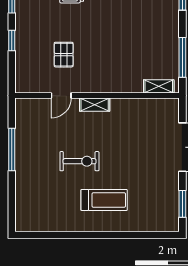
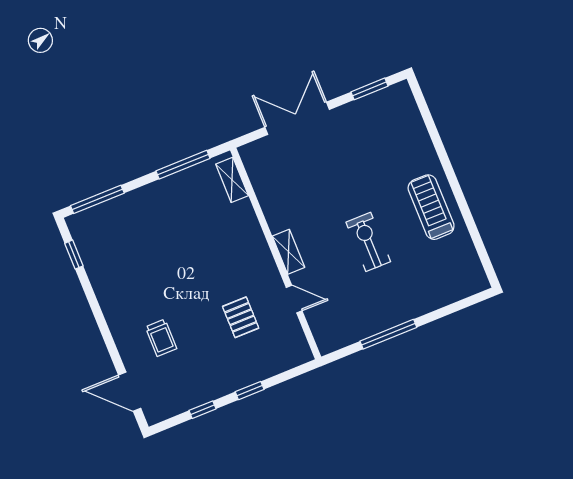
pallet: (64, 55) -> (241, 317), turned 90
treadmill: (104, 200) -> (431, 207), moved

